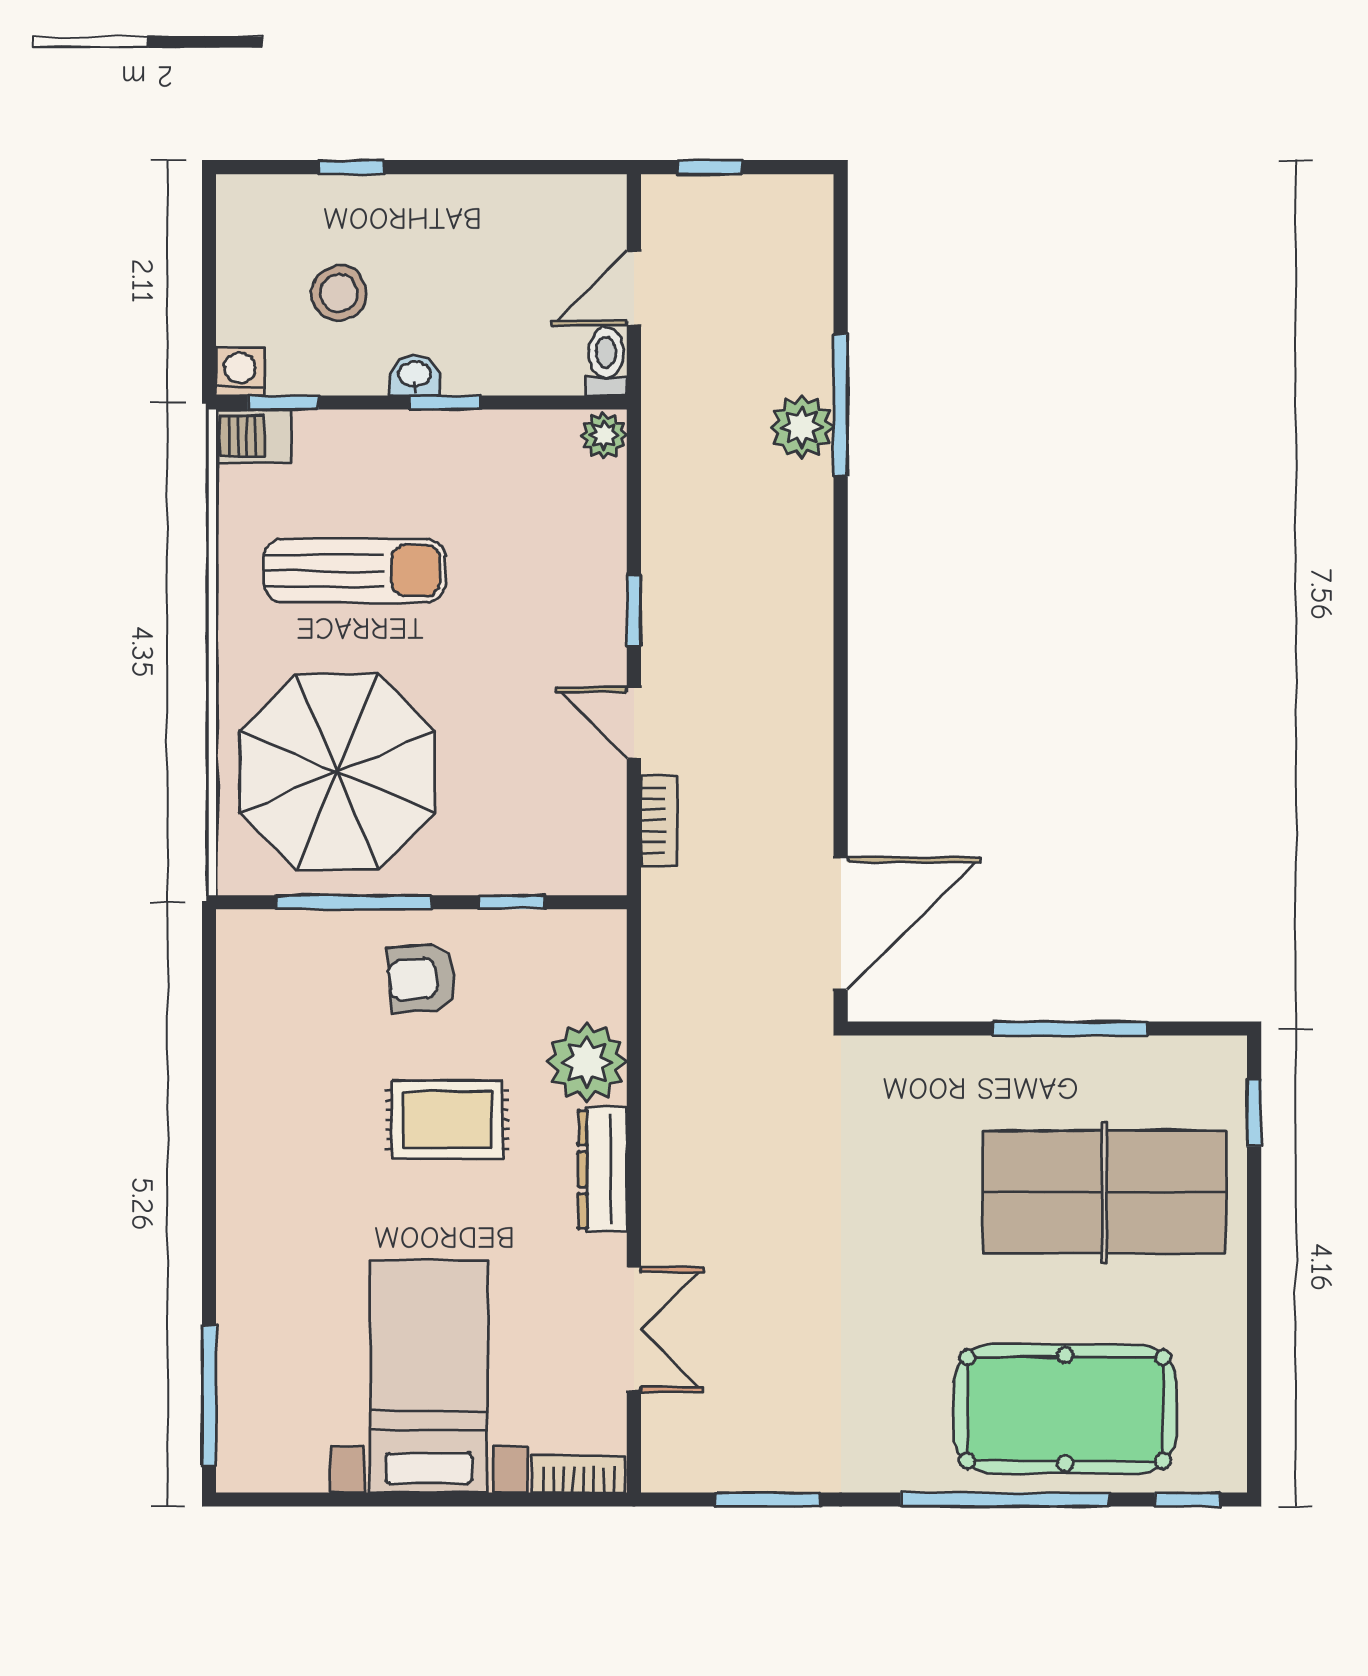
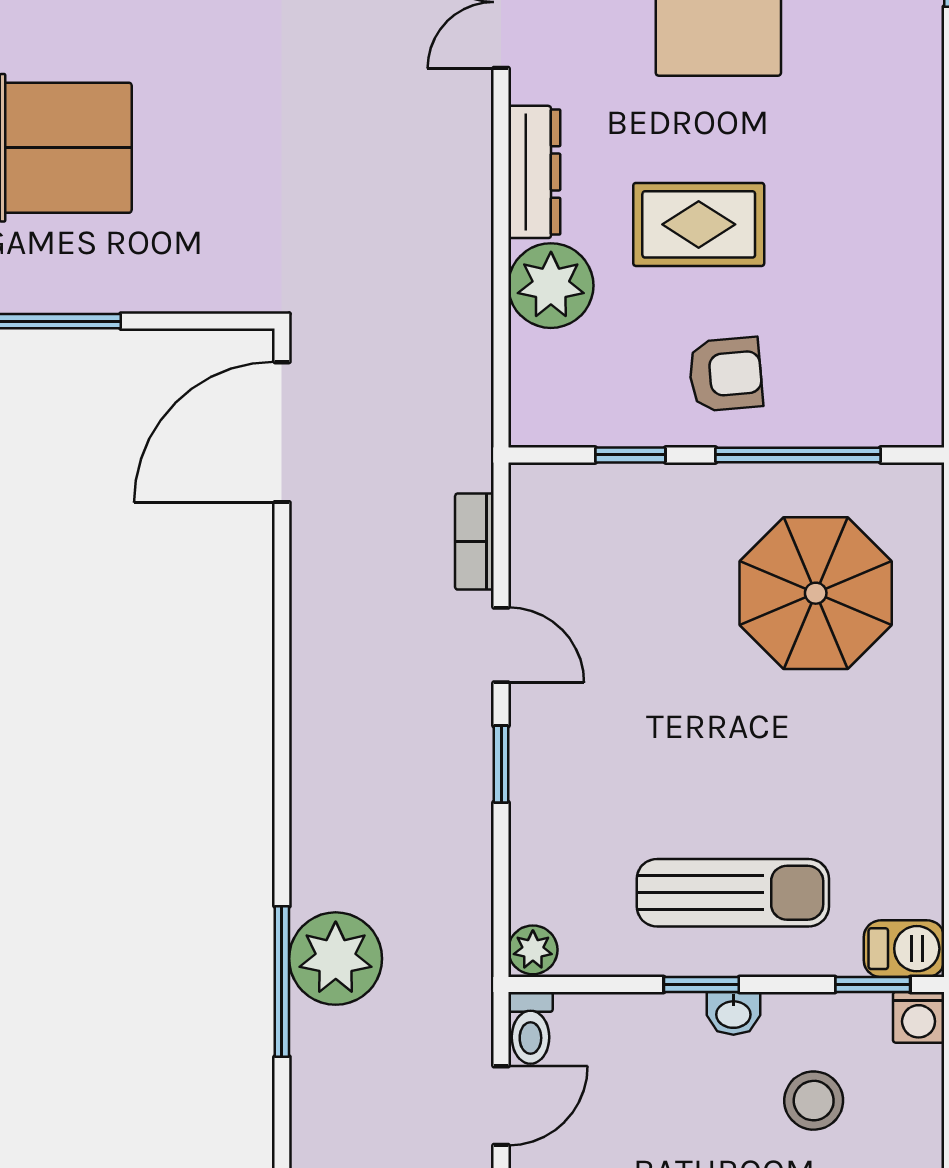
plant: (802, 427) -> (336, 959), width x1.36, depth x1.36
sun lounger: (355, 571) -> (733, 893), moved, turned 180
parasol: (337, 772) -> (816, 593), width x0.73, depth x0.73

